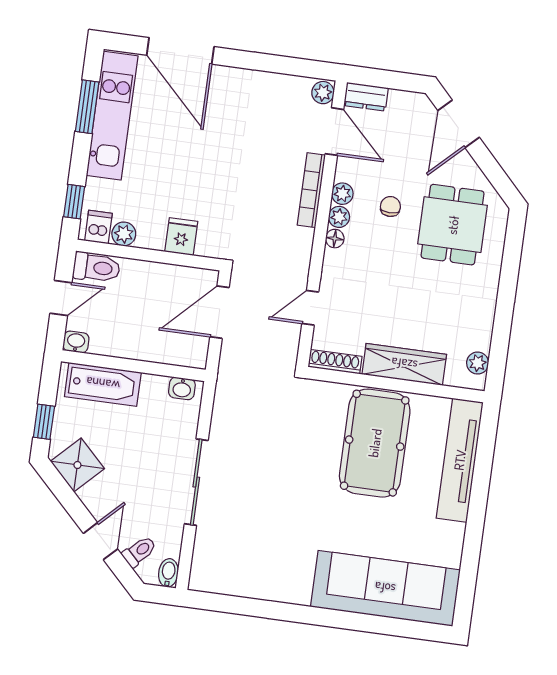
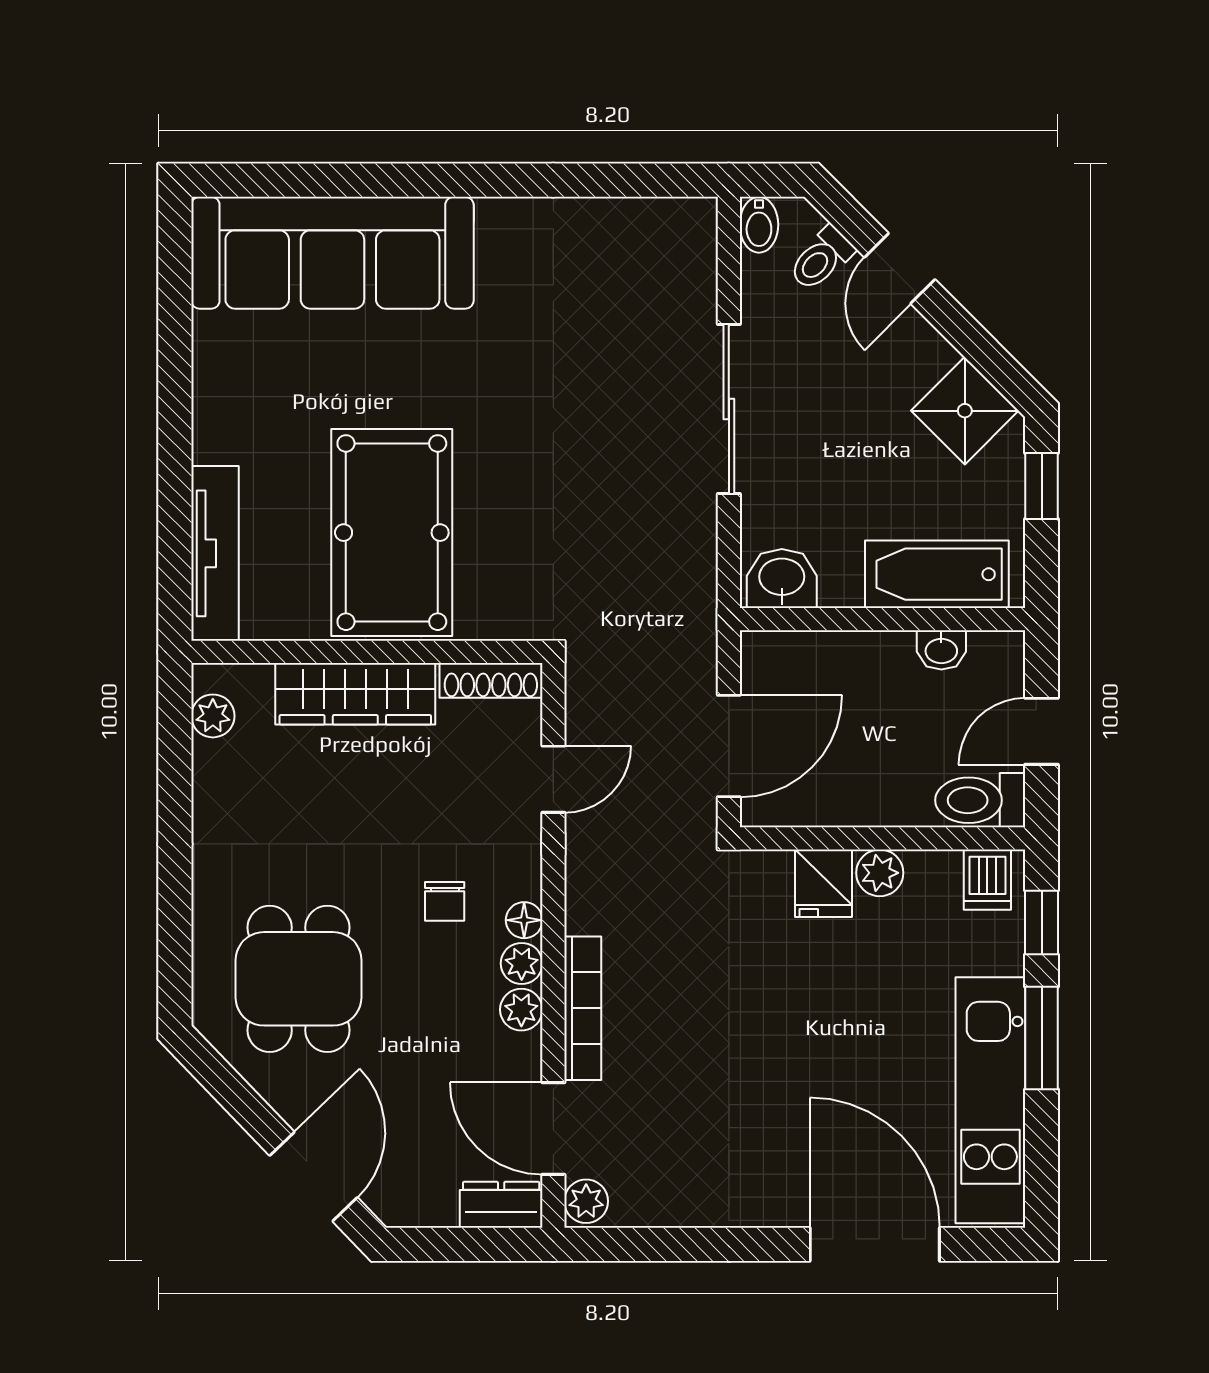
window: (87, 107) -> (1042, 1038), moved
chair: (390, 206) -> (445, 901), moved
plant: (124, 234) -> (880, 873), moved
washbasin: (76, 342) -> (941, 650), moved
washbasin: (182, 388) -> (782, 578), width x1.38, depth x1.45
tv unit: (460, 460) -> (215, 553), width x0.73, depth x0.78

